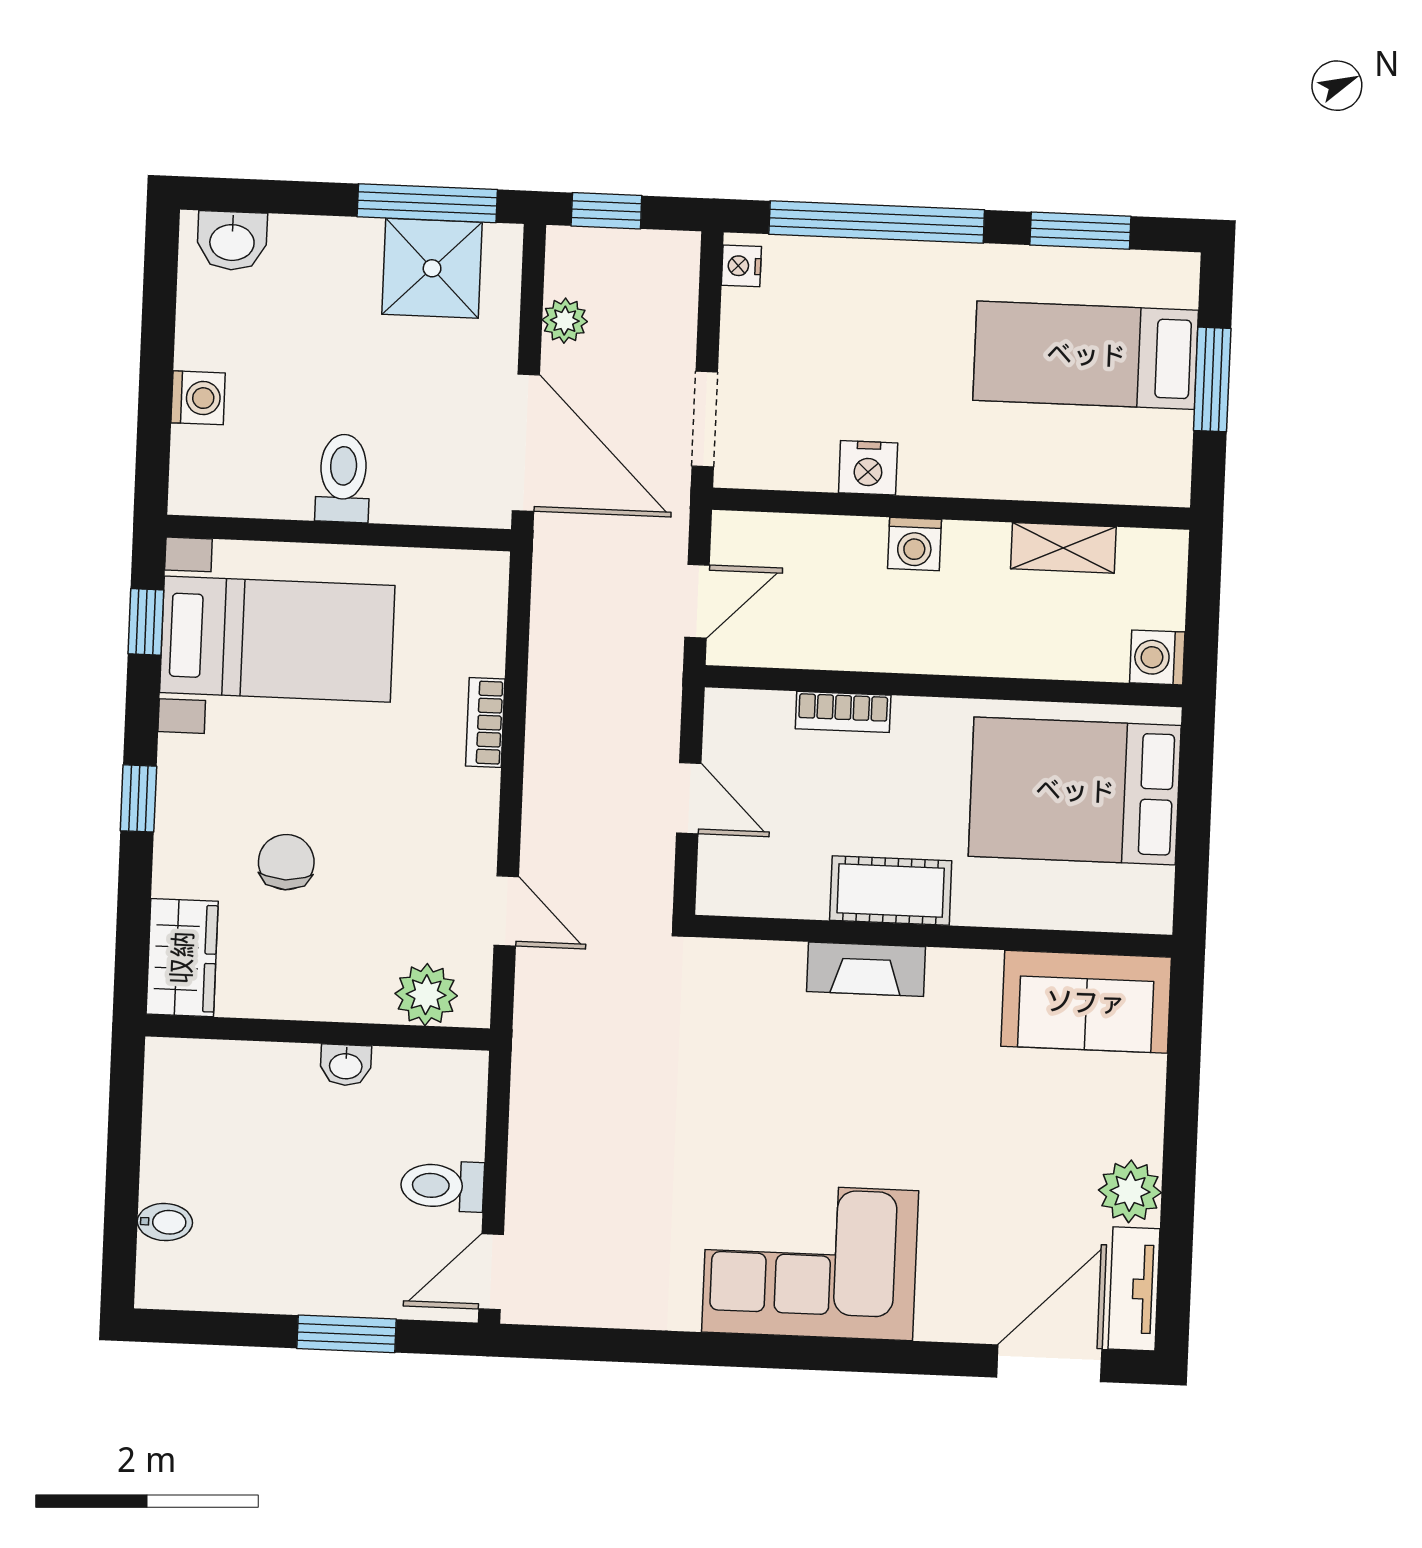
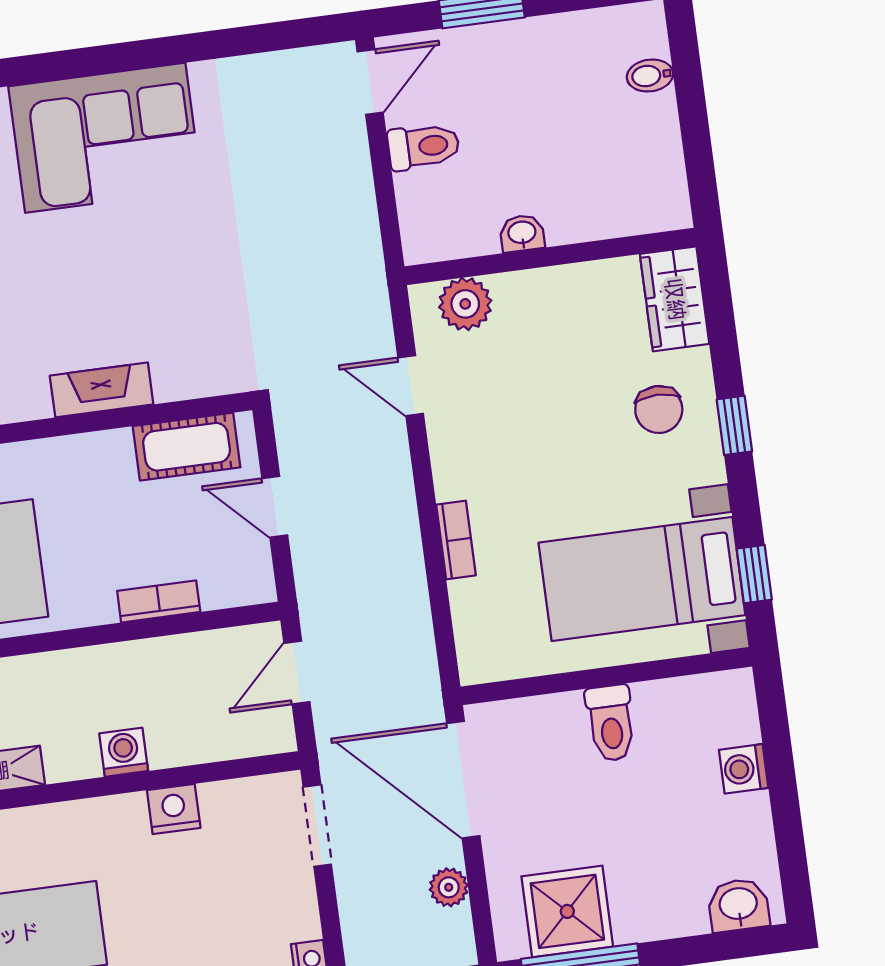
chair: (286, 862) -> (659, 409), moved
cot: (891, 891) -> (187, 447), moved

